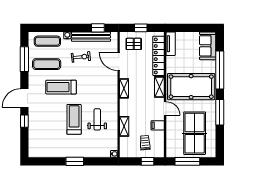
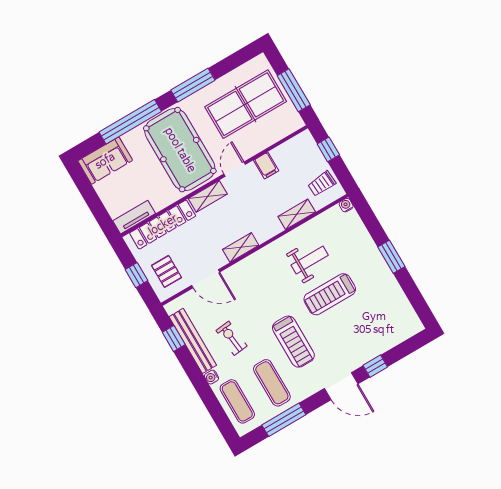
door: (119, 61) -> (206, 279), hinge flipped
weight bench: (97, 119) -> (310, 260), turned 180
trolley: (145, 143) -> (322, 184), moved

